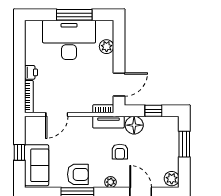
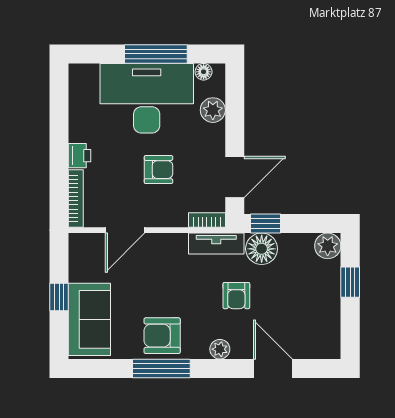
floor lamp: (101, 25) -> (204, 72), added
armchair: (76, 80) -> (158, 170), added
window: (153, 111) -> (266, 224), moved
window: (184, 144) -> (350, 282), width x0.67
armchair: (78, 174) -> (162, 336), turned 180
plant: (172, 179) -> (328, 246), moved

